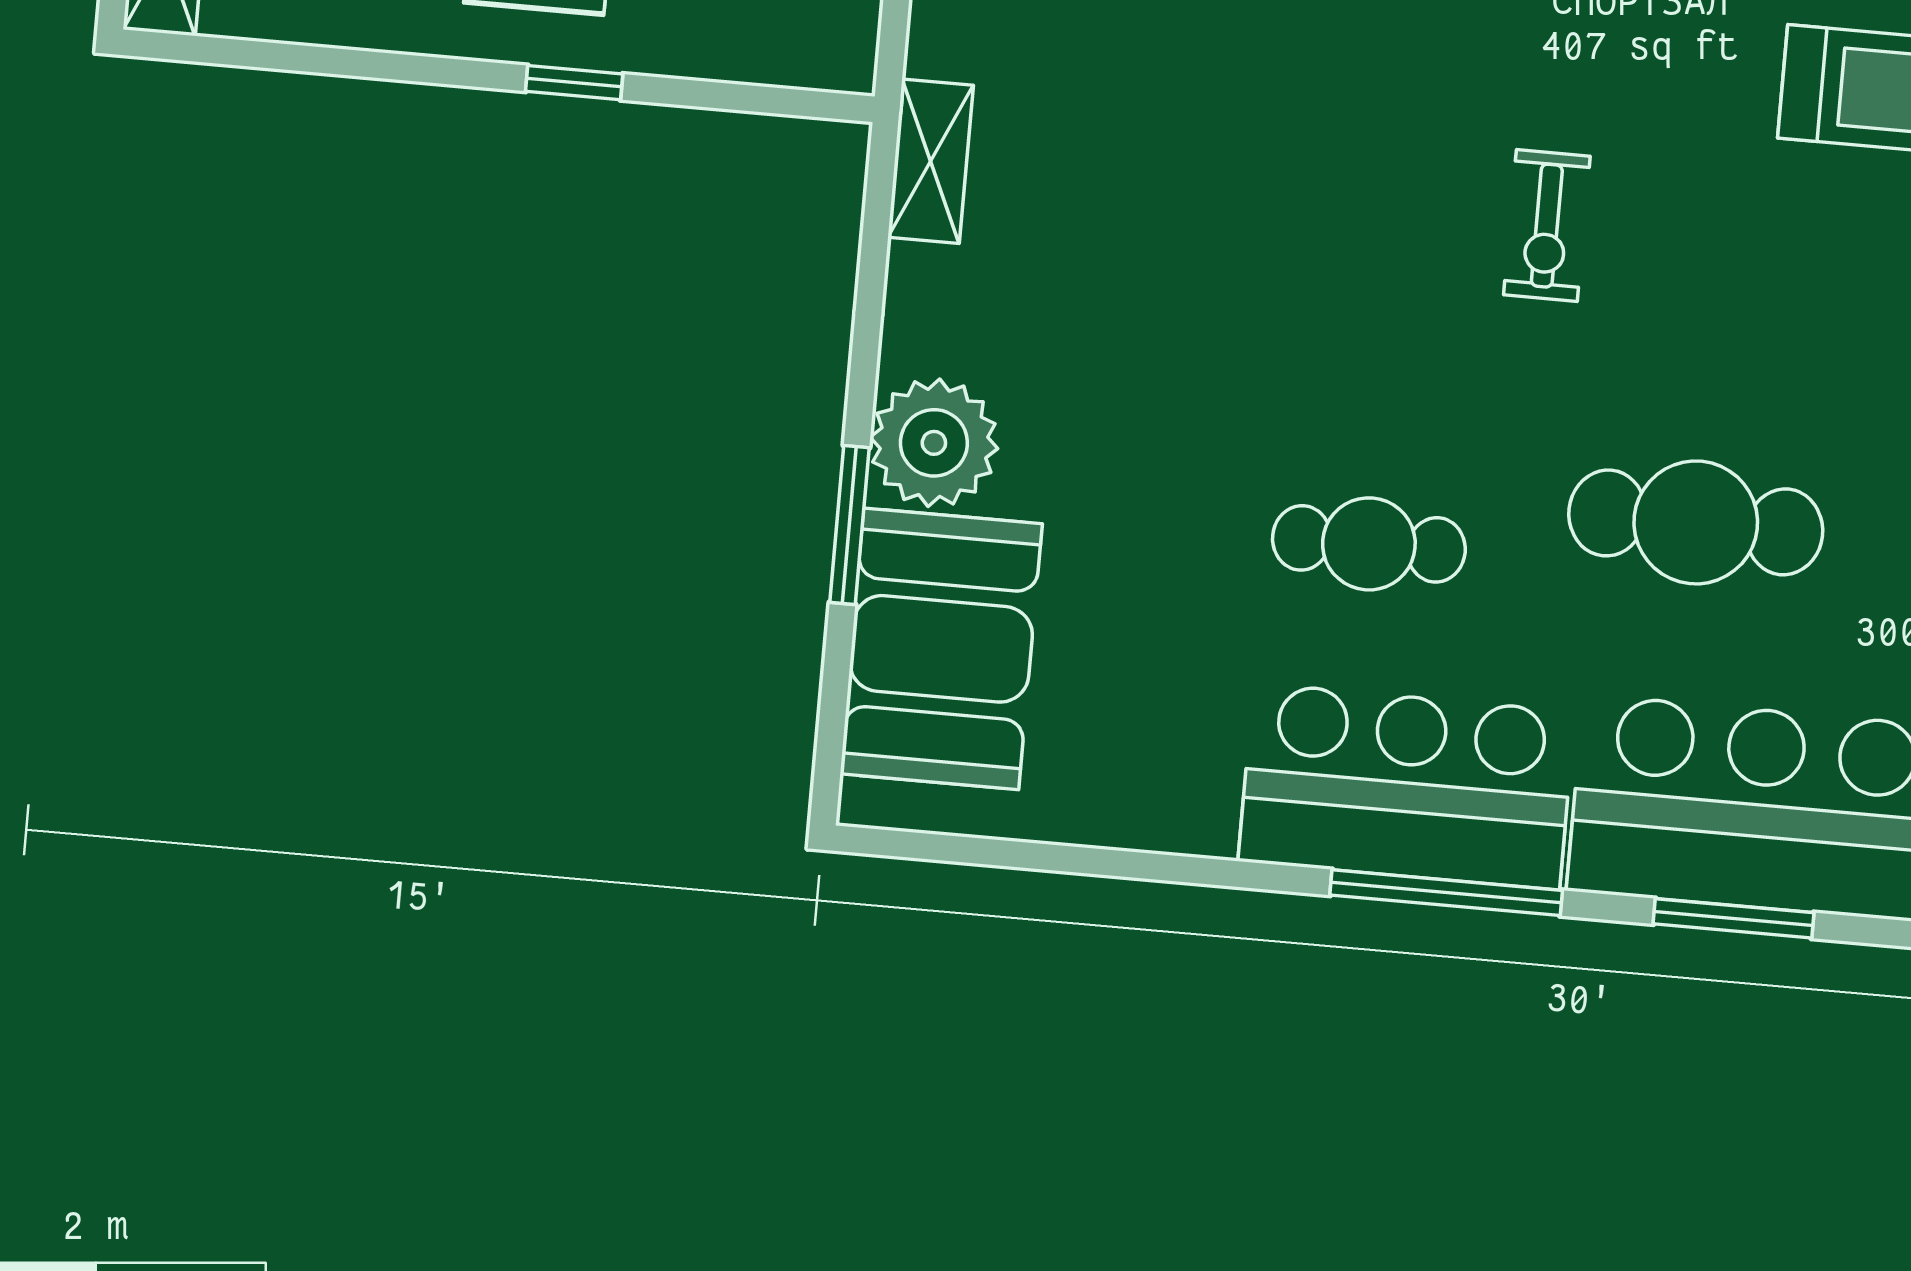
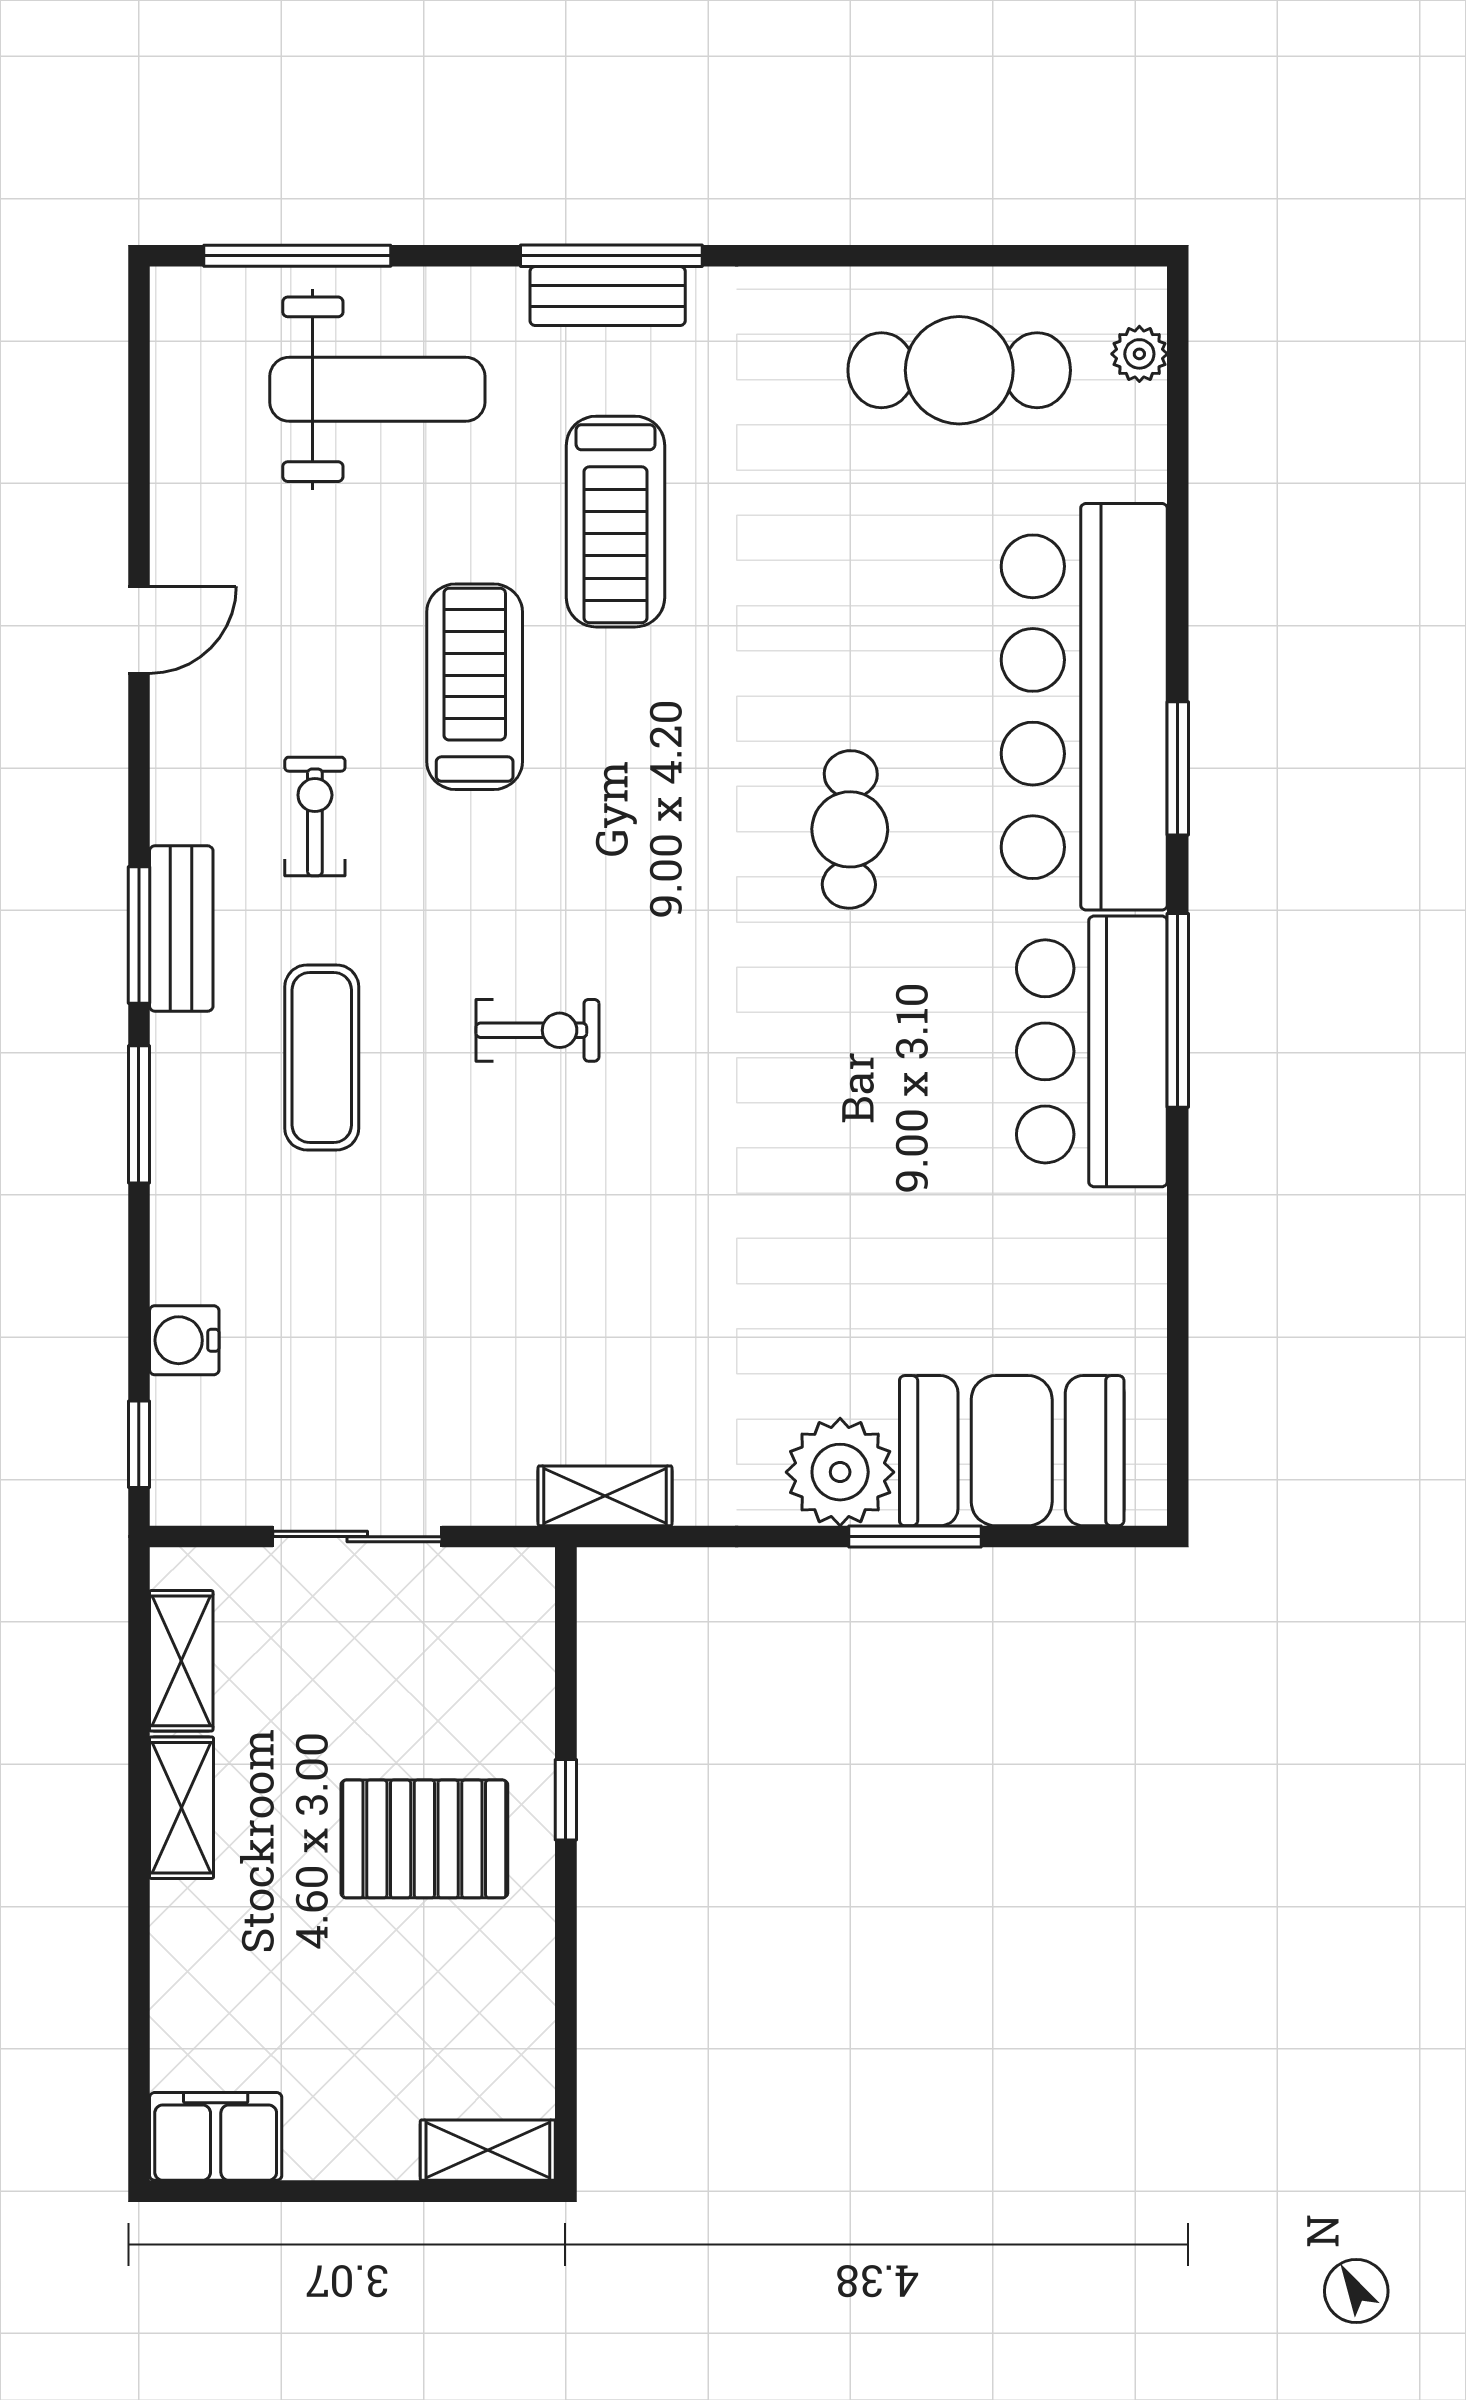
exercise bike: (1547, 226) -> (537, 1030), moved
cafe table: (1696, 522) -> (850, 829), width x0.73, depth x0.74
cafe table: (1369, 544) -> (892, 1101), removed

